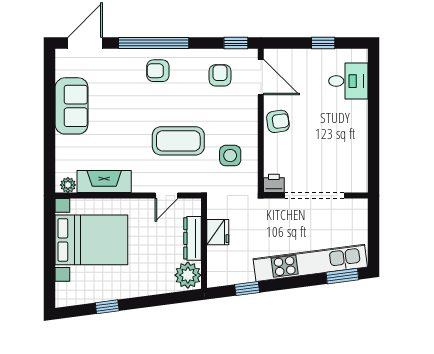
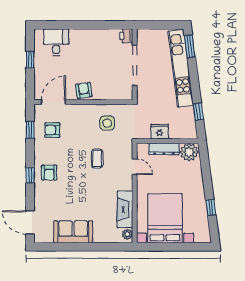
window: (154, 43) -> (30, 176), width x0.32
window: (236, 43) -> (30, 130), moved
coffee table: (178, 141) -> (97, 159), width x0.54, depth x0.58
printer: (274, 183) -> (126, 36), moved

